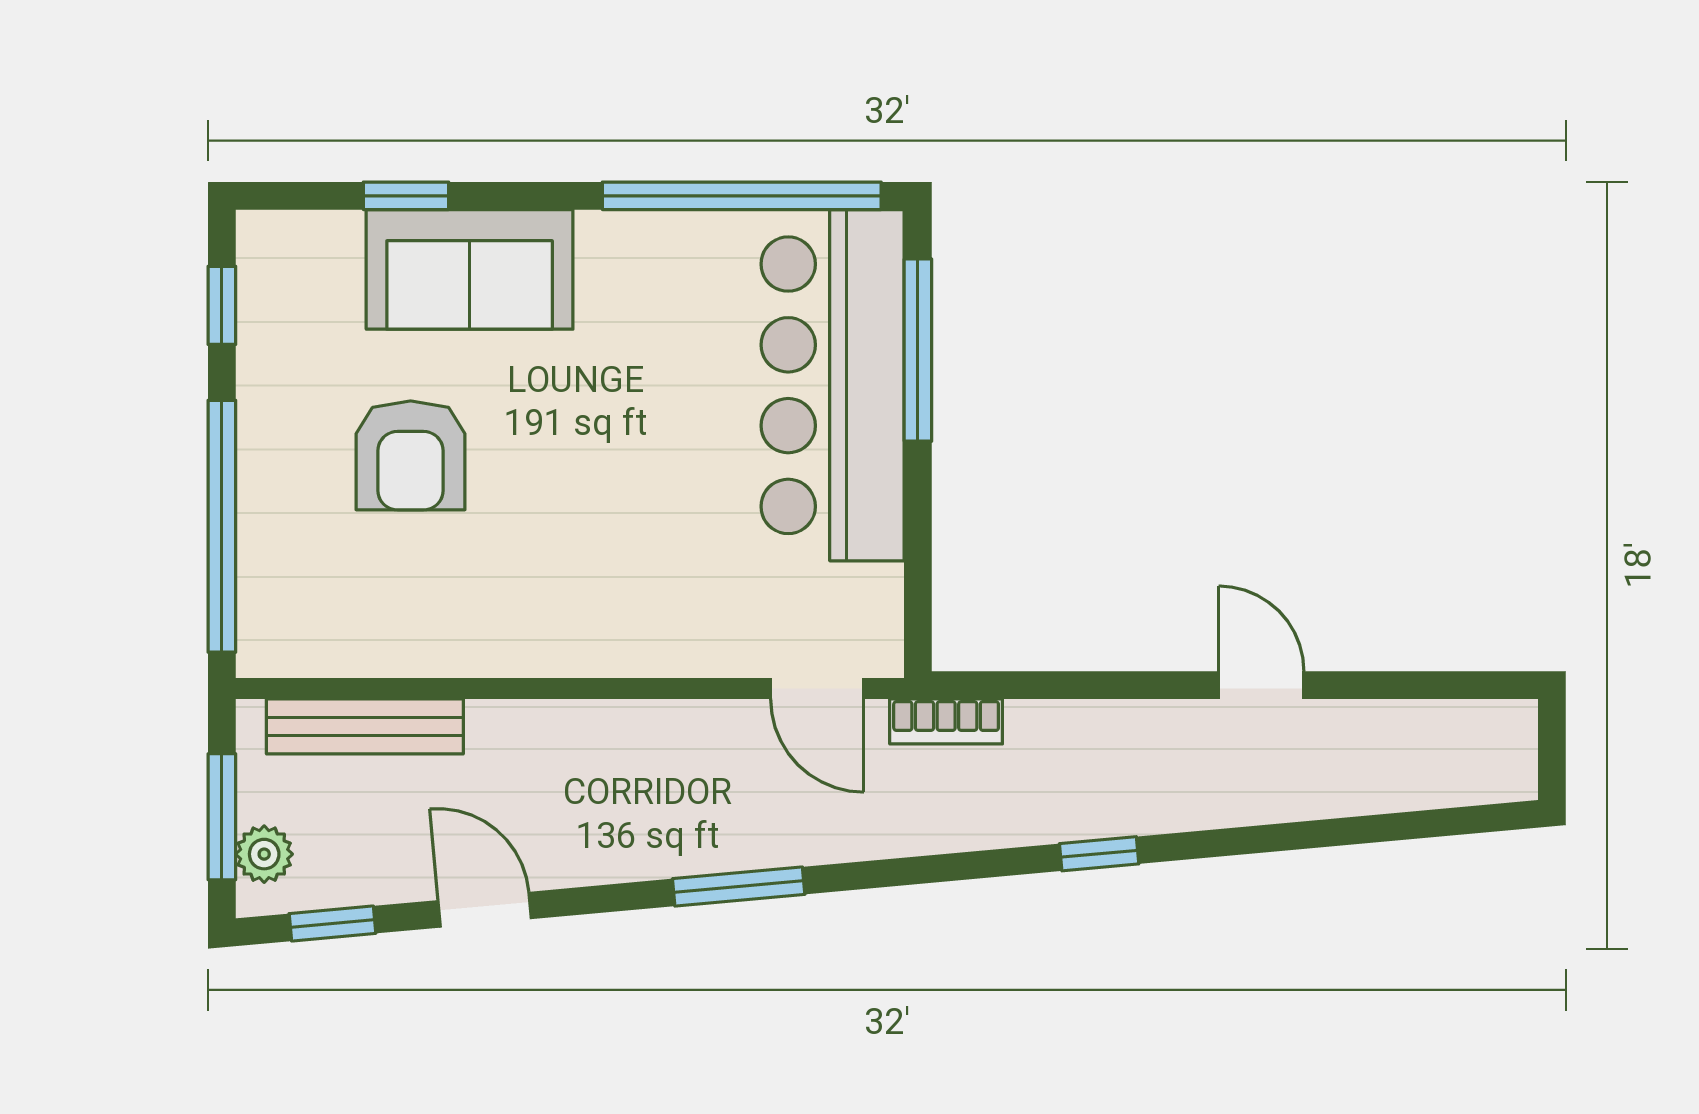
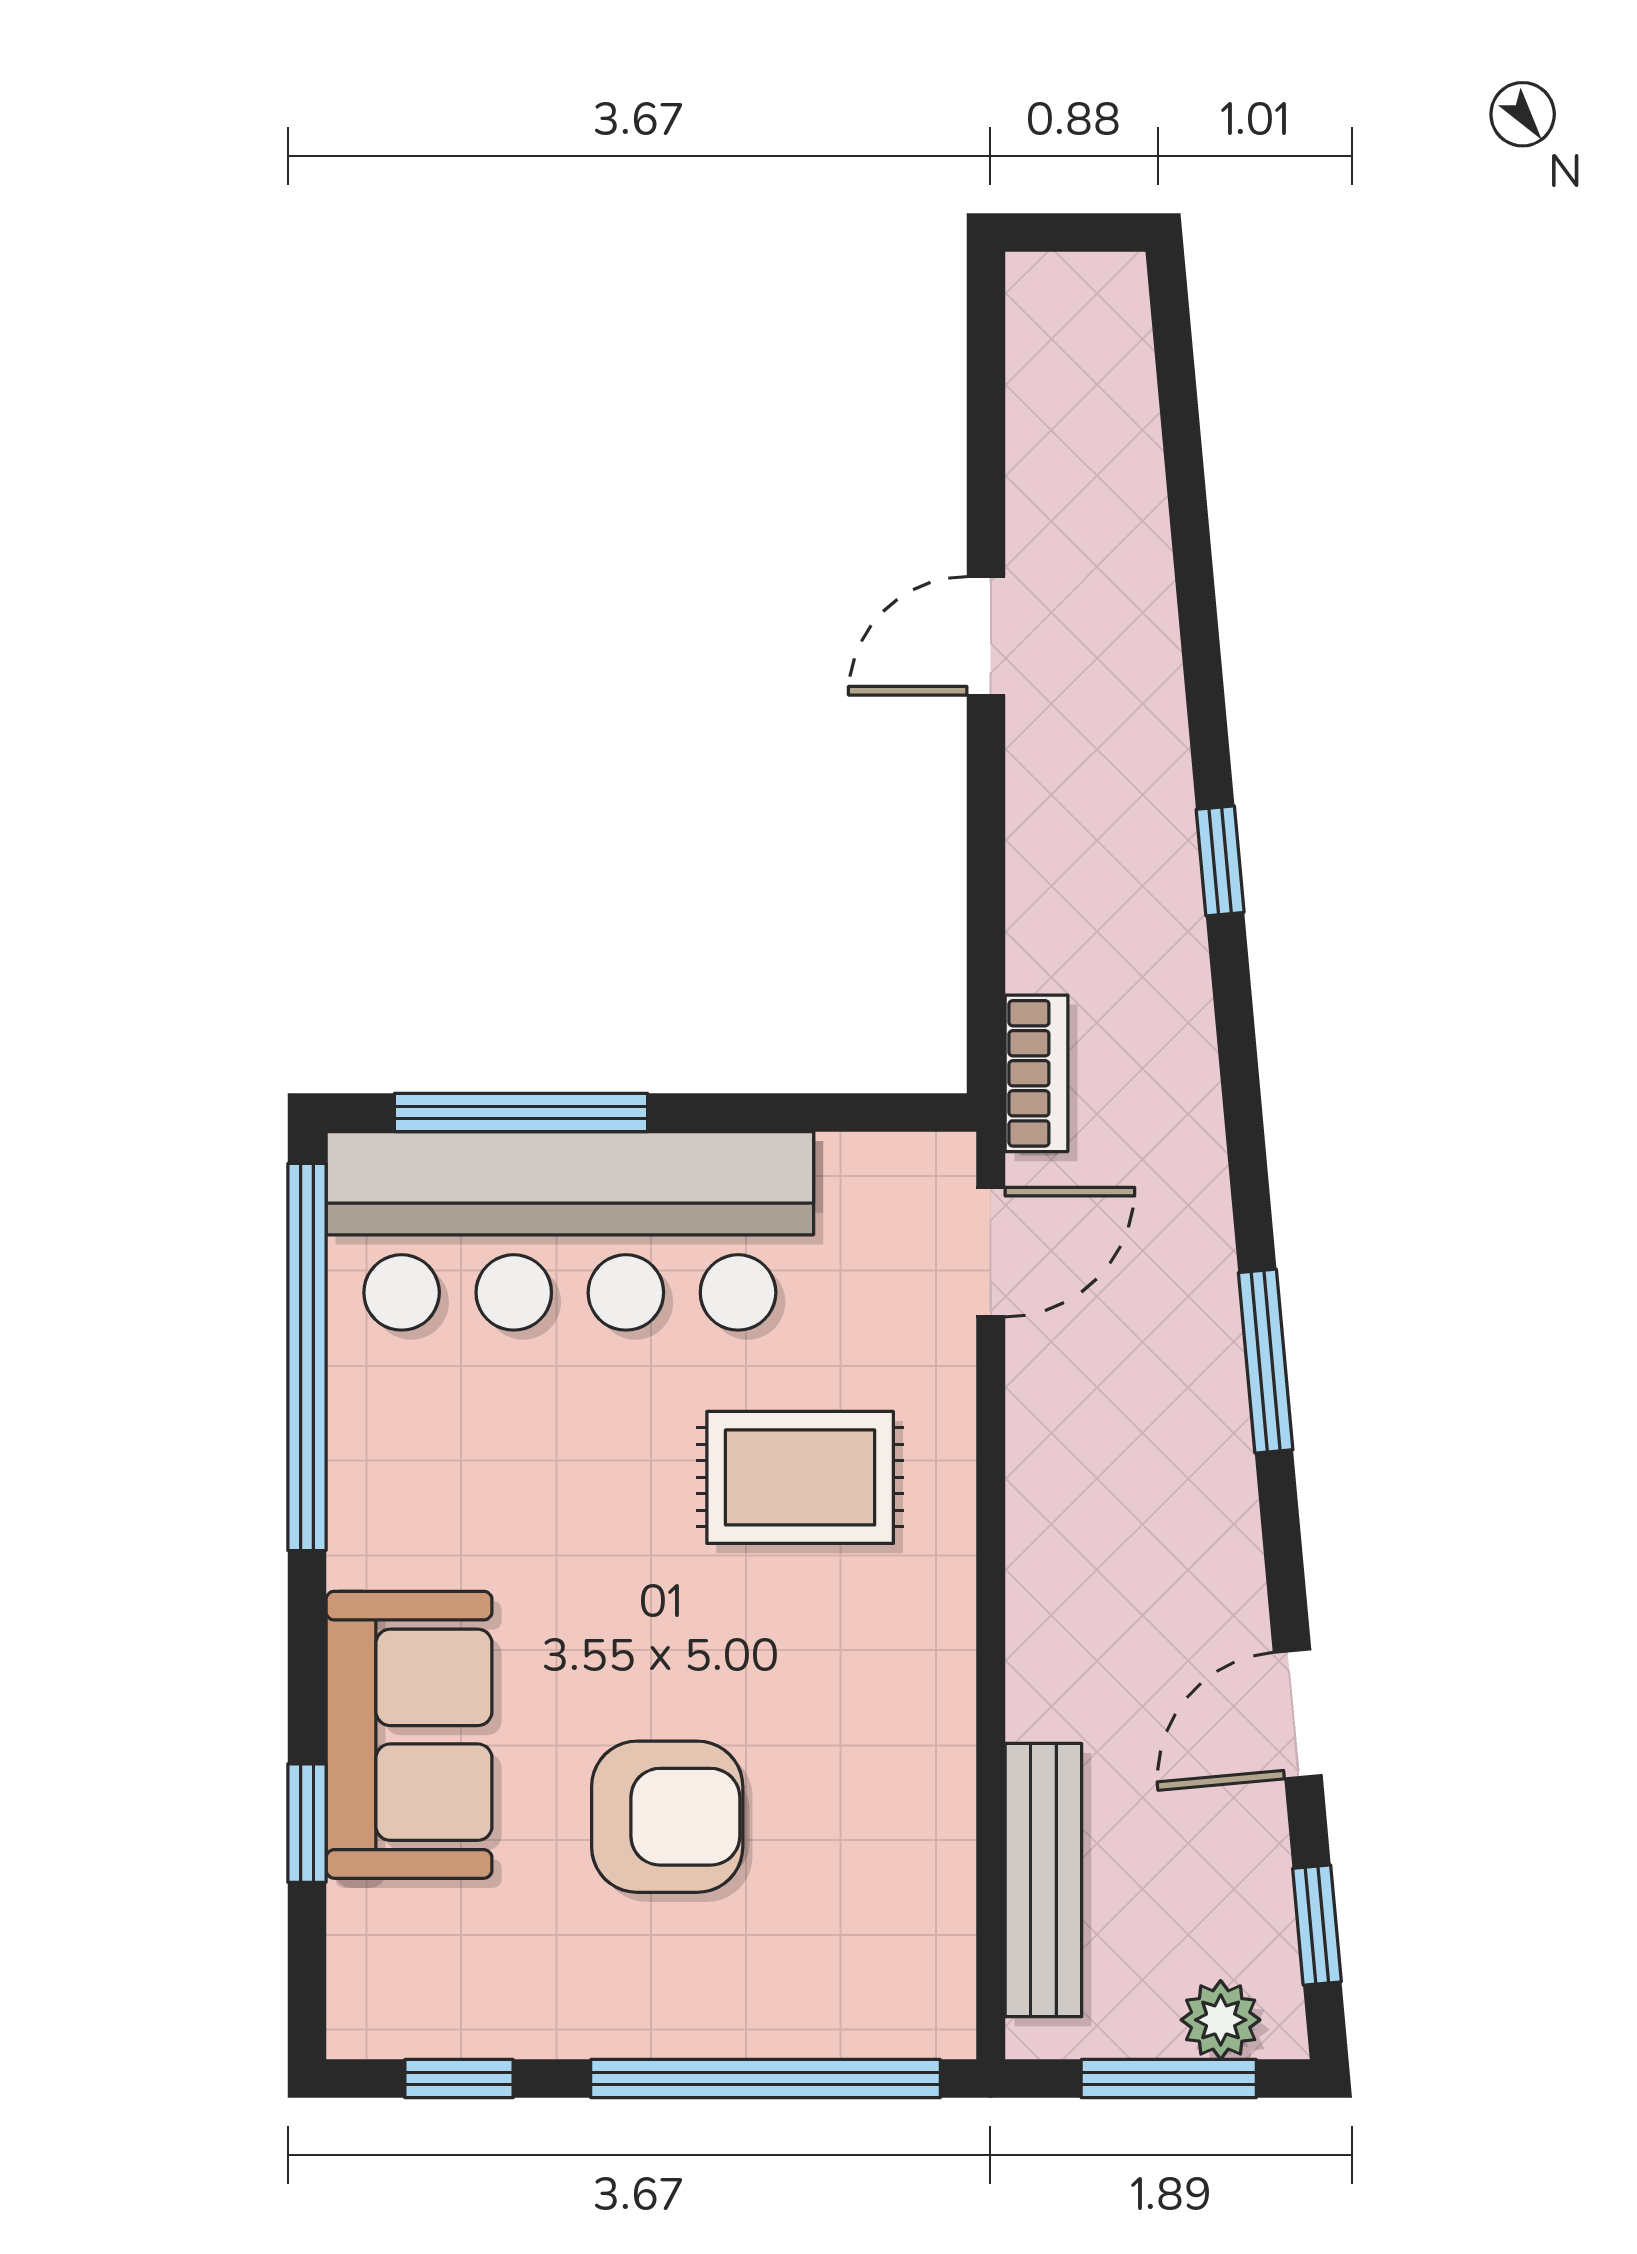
rug: (655, 551) -> (800, 1477), added

